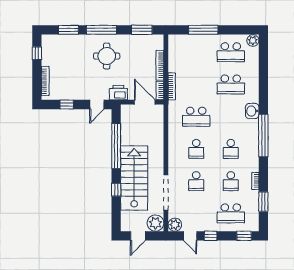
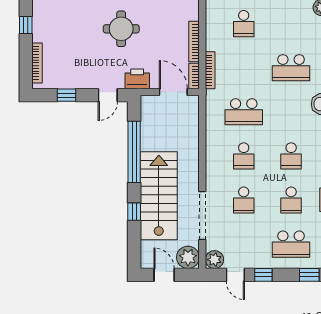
school desk: (231, 52) -> (244, 24), moved, width x0.54
door: (138, 236) -> (164, 275), swing flipped

